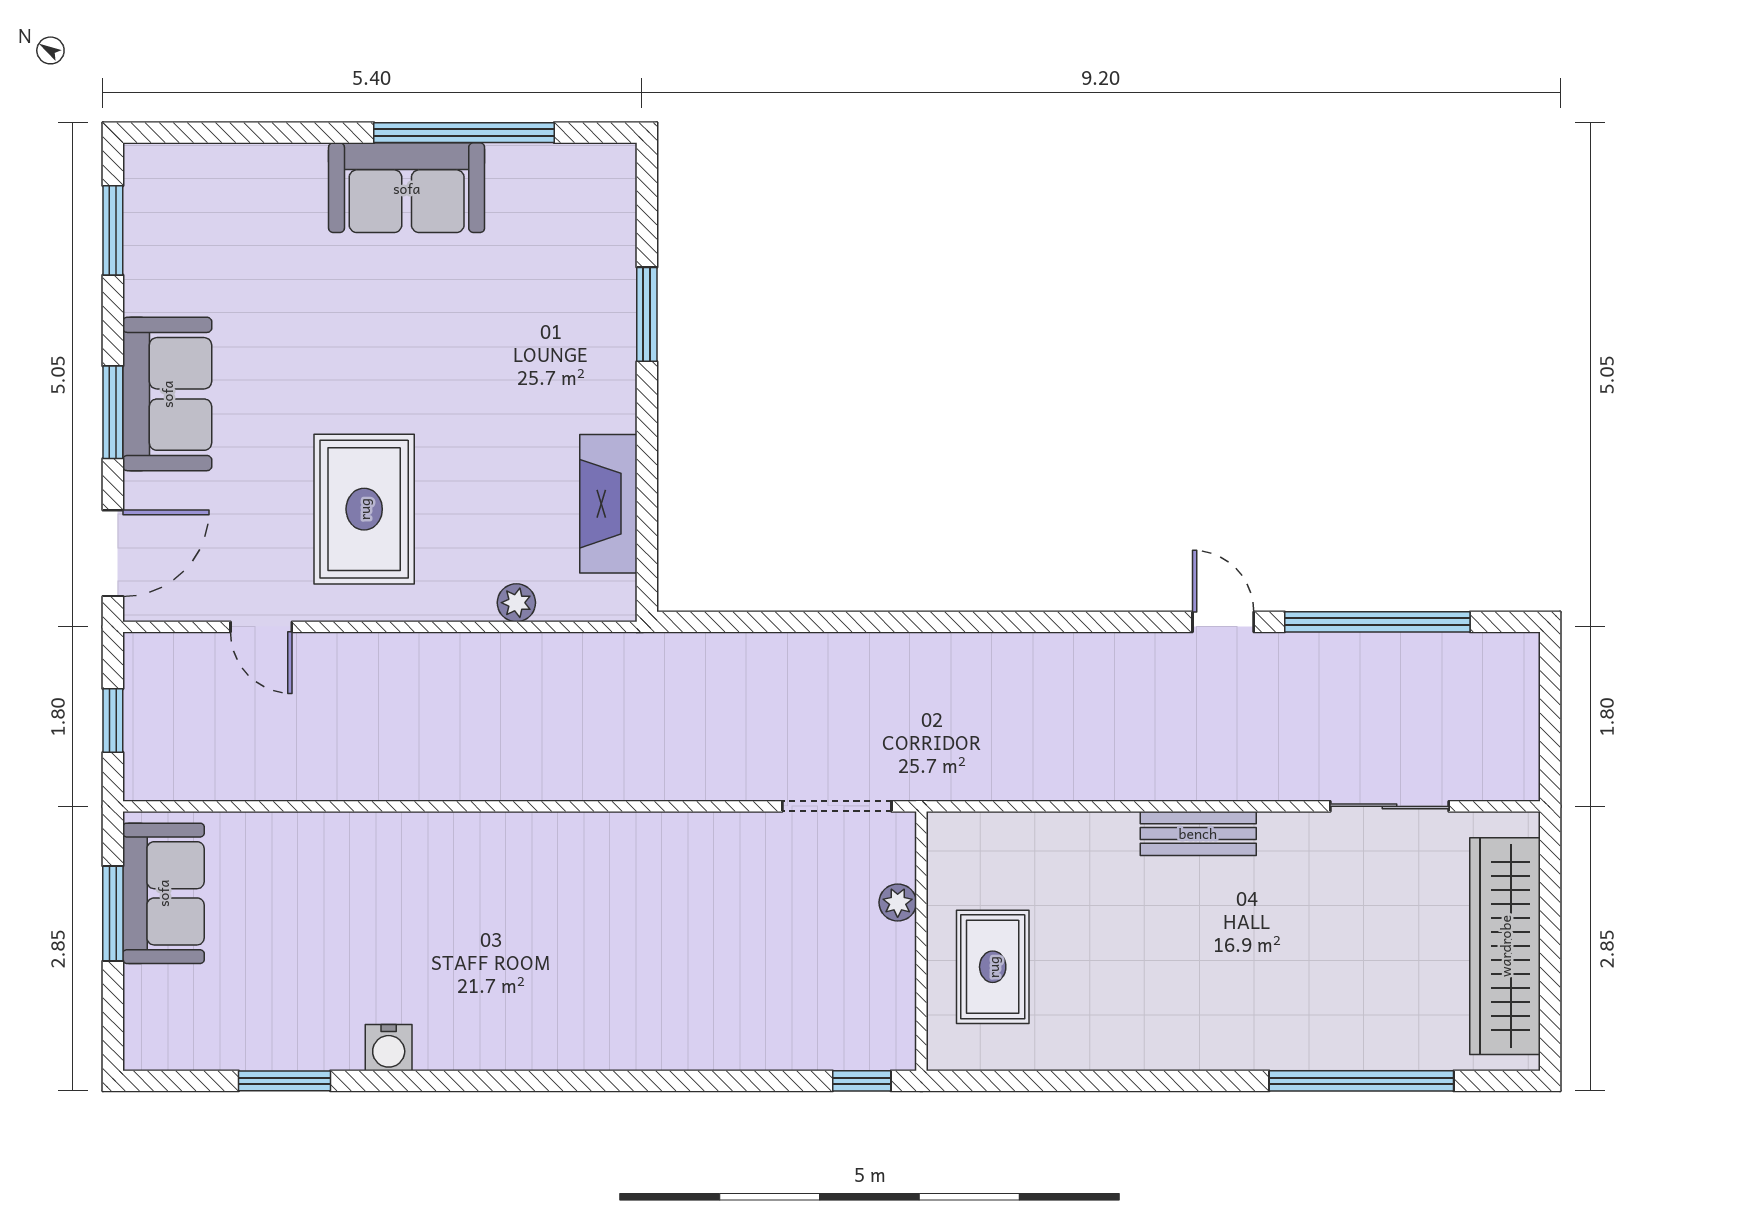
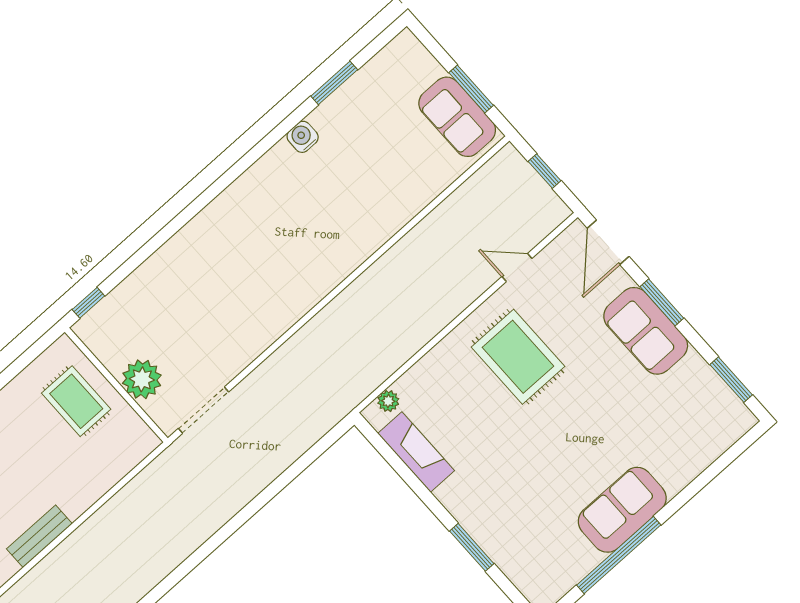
plant: (516, 603) -> (388, 401), moved
plant: (898, 902) -> (142, 379), width x1.88, depth x1.88

